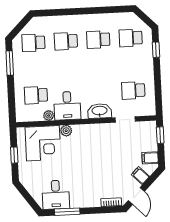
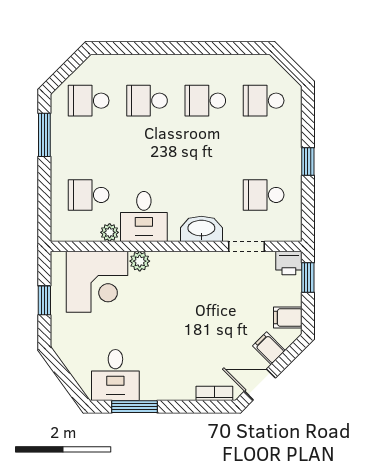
window: (156, 50) -> (308, 161), moved
printer: (149, 128) -> (289, 263), added
door: (136, 196) -> (260, 385), swing flipped

